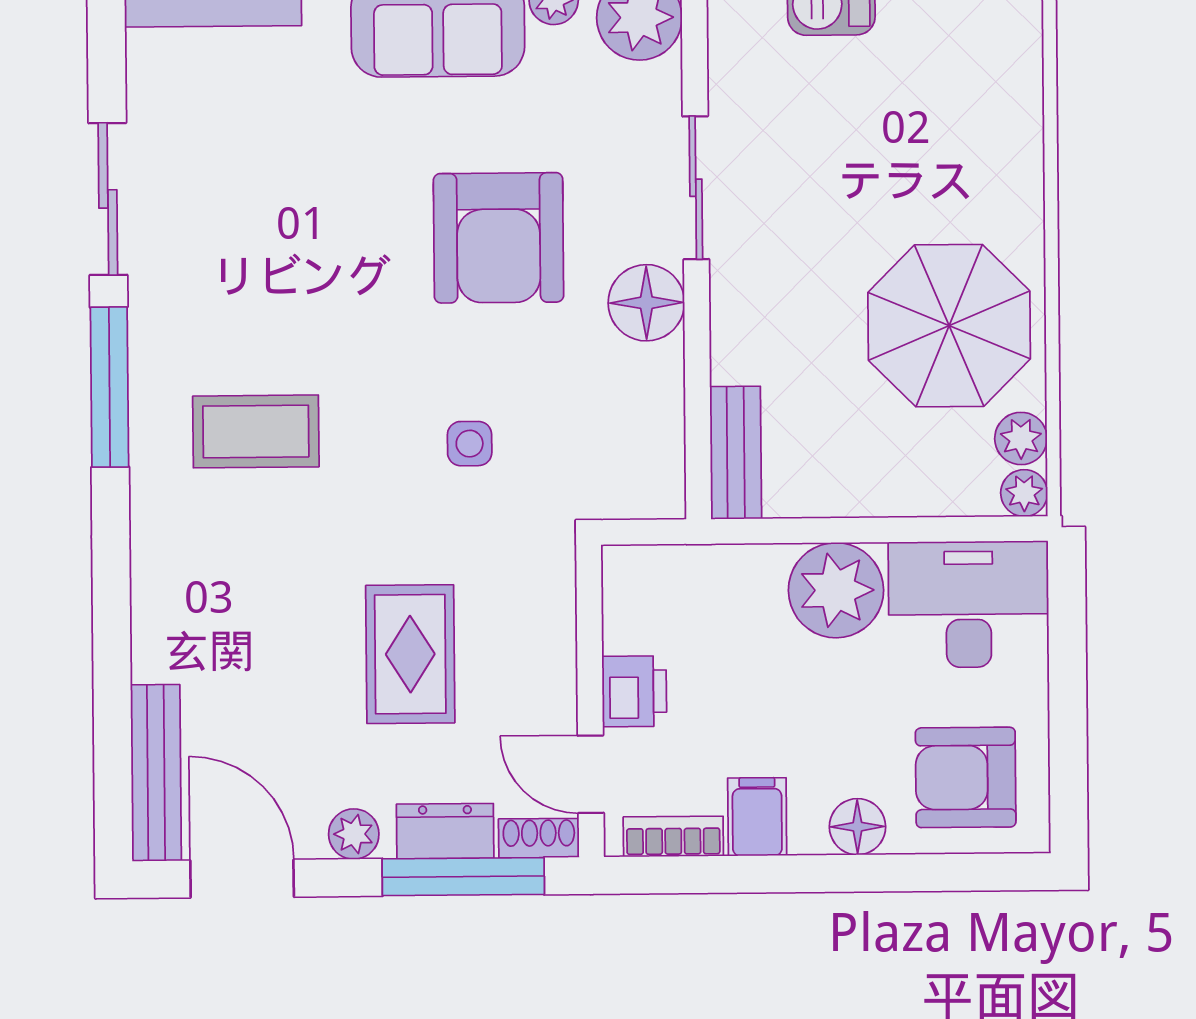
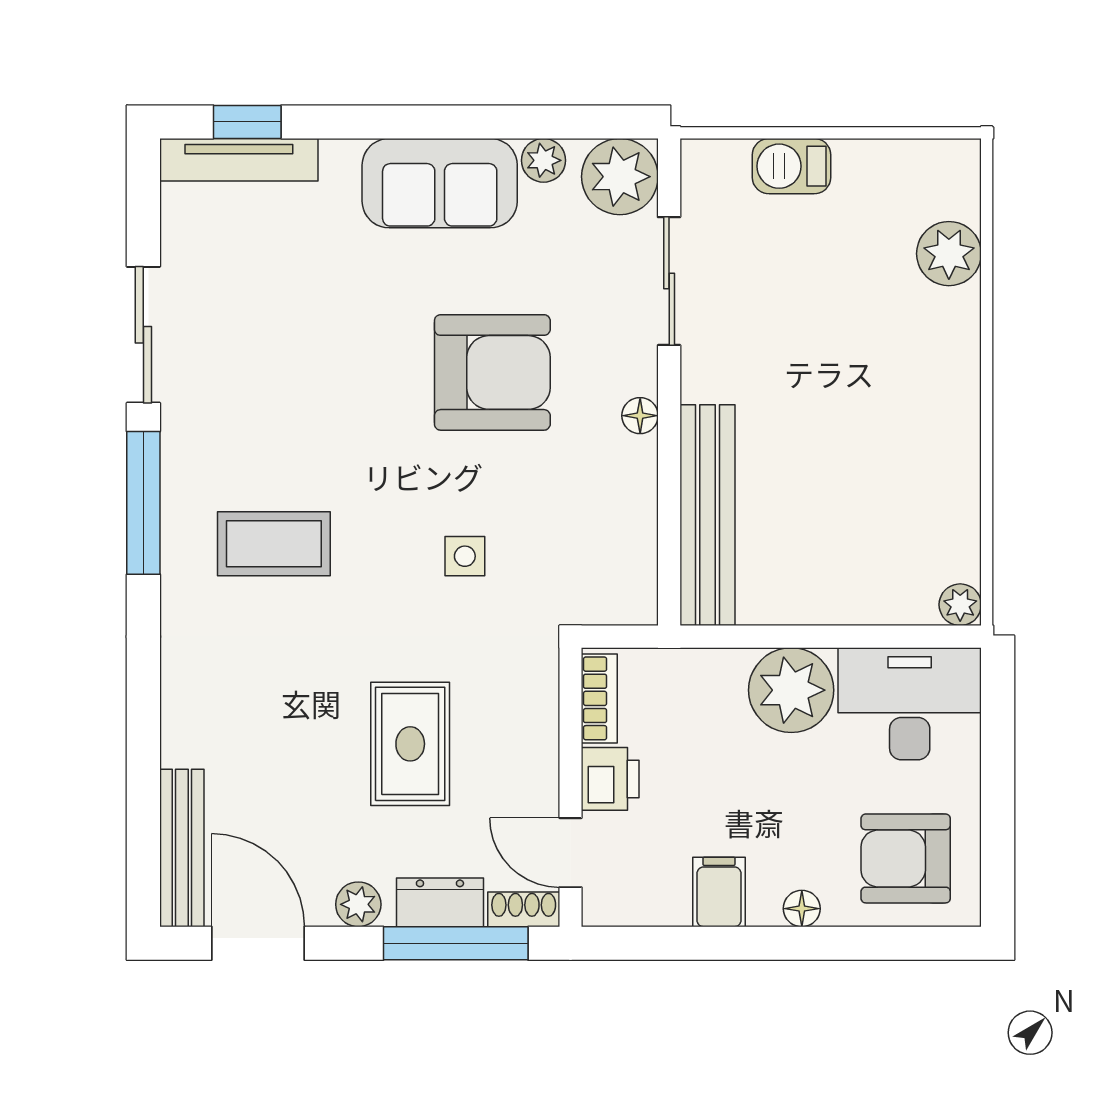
sliding door: (696, 188) -> (669, 281), moved
armchair: (499, 238) -> (492, 372), turned -90
floor lamp: (646, 303) -> (640, 416), width x0.53, depth x0.53
parasol: (949, 326) -> (894, 455), removed
plant: (1021, 438) -> (949, 254), moved, width x1.38, depth x1.38
bench: (736, 453) -> (707, 515), width x1.86, depth x1.21
floor lamp: (857, 827) -> (802, 909), width x0.73, depth x0.73
bookcase: (673, 836) -> (599, 698), moved, turned 90

